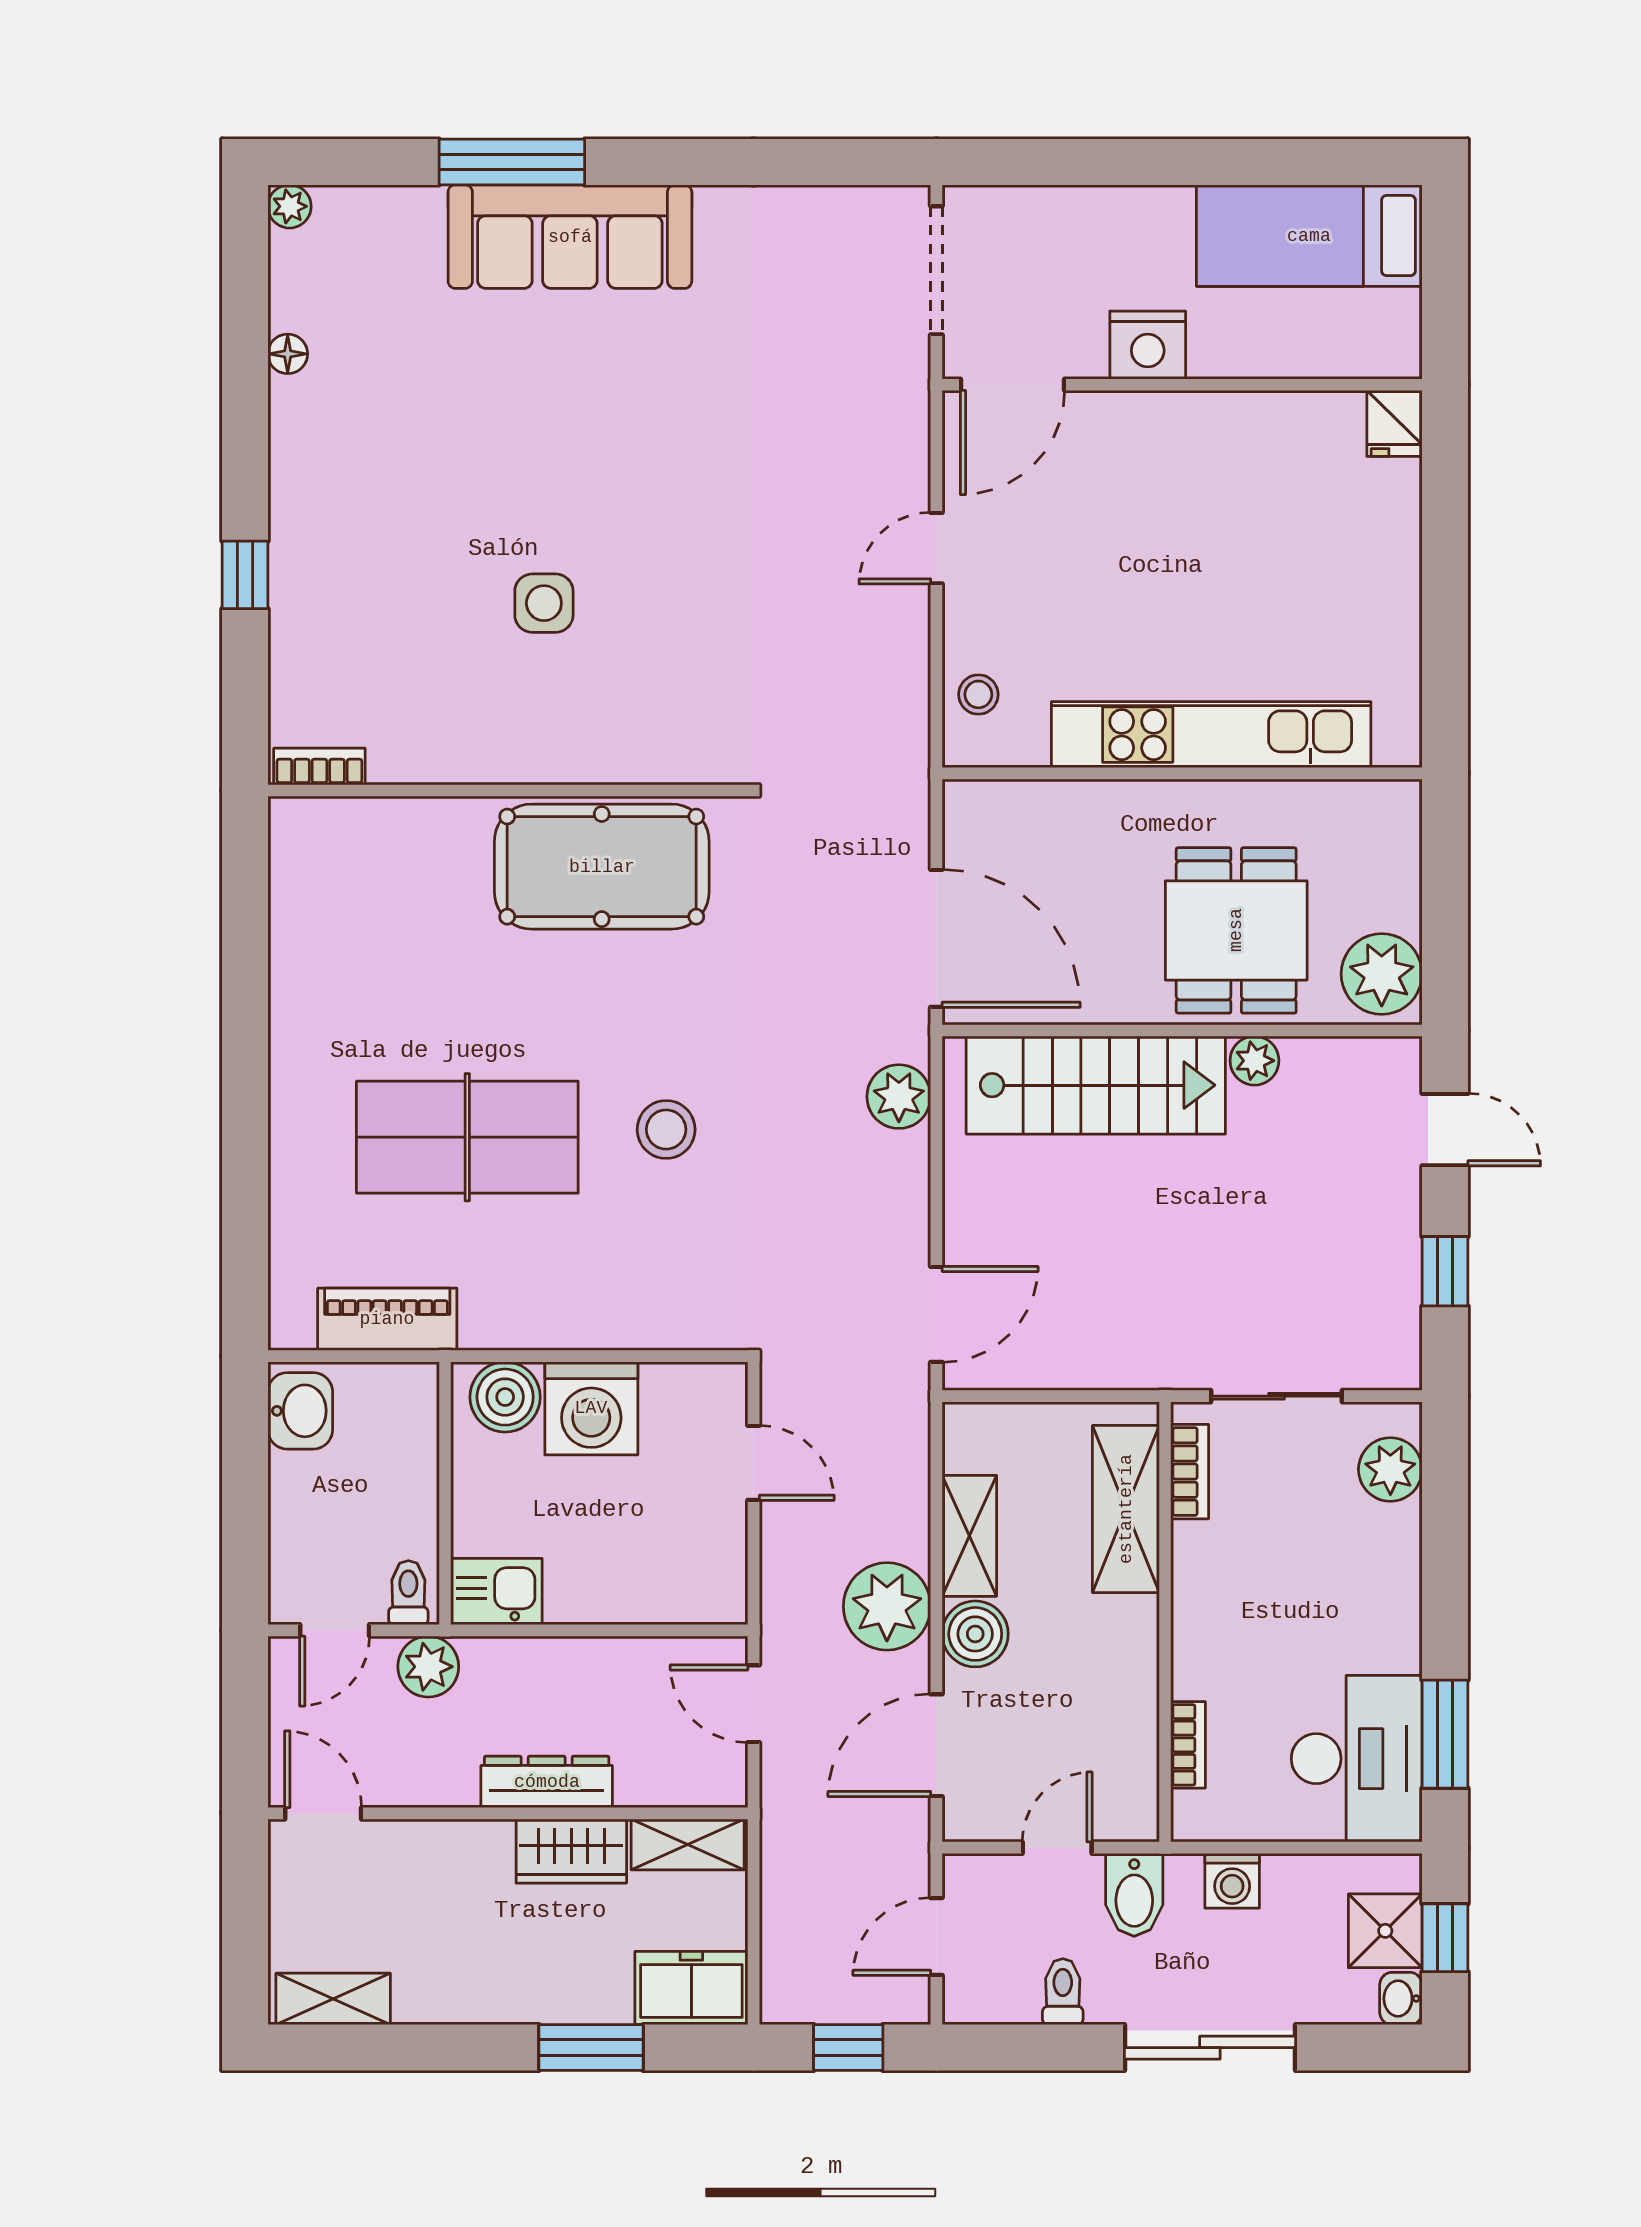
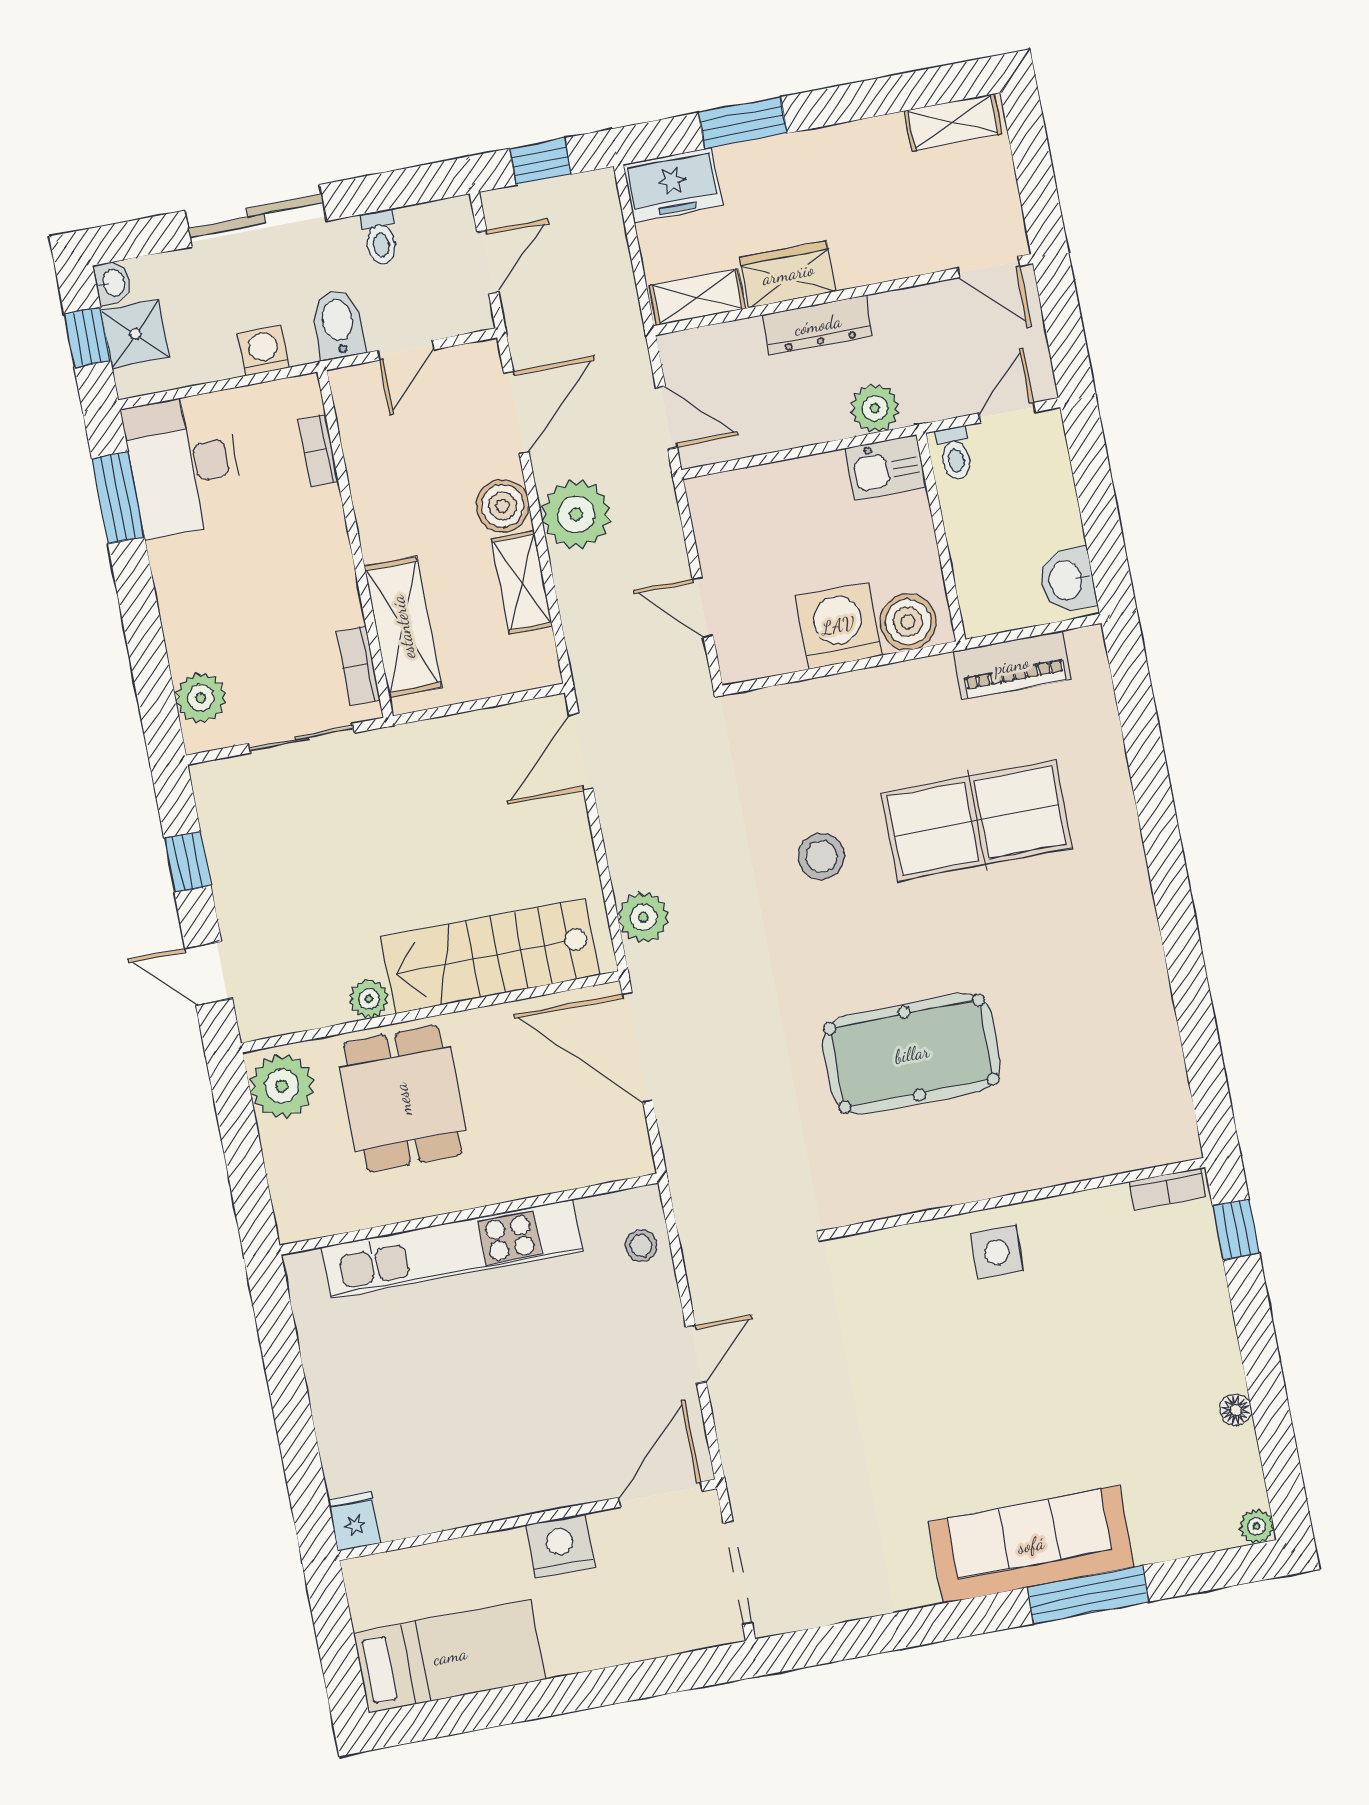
bookcase: (319, 766) -> (1168, 1189), moved
wall: (508, 790) -> (1016, 1198), moved
plant: (428, 1667) -> (875, 408), moved

